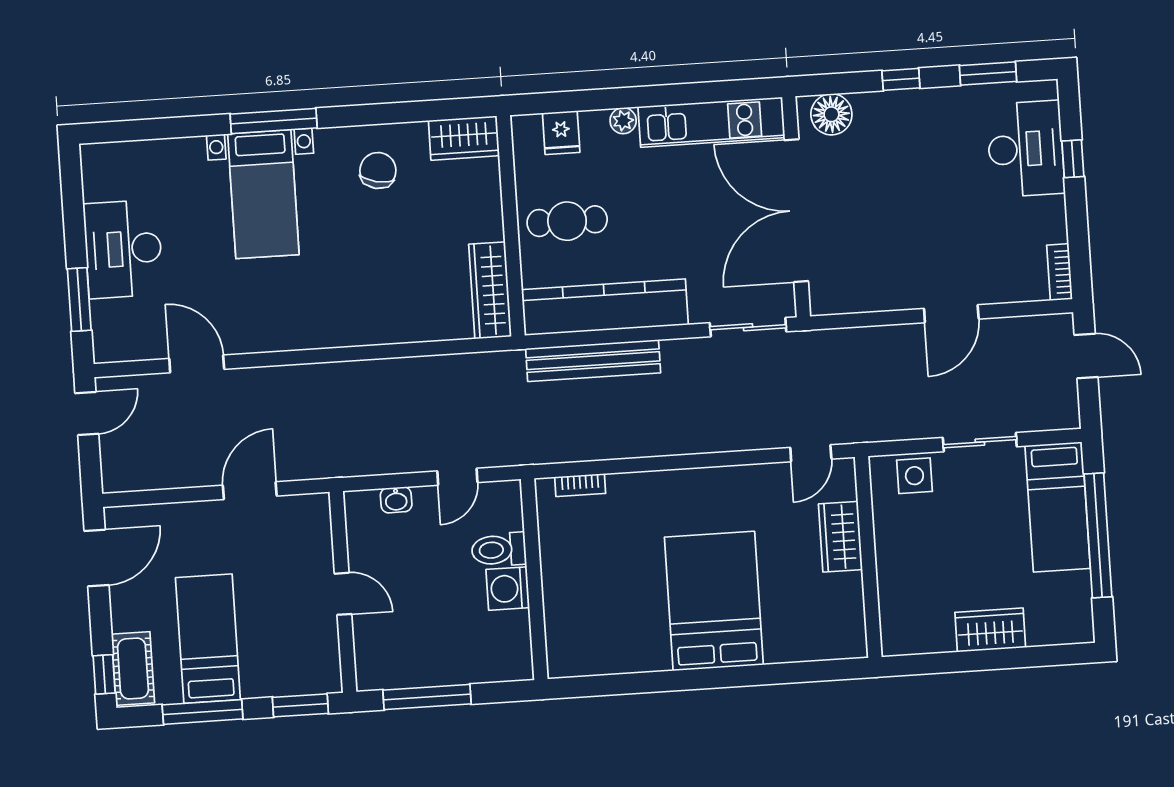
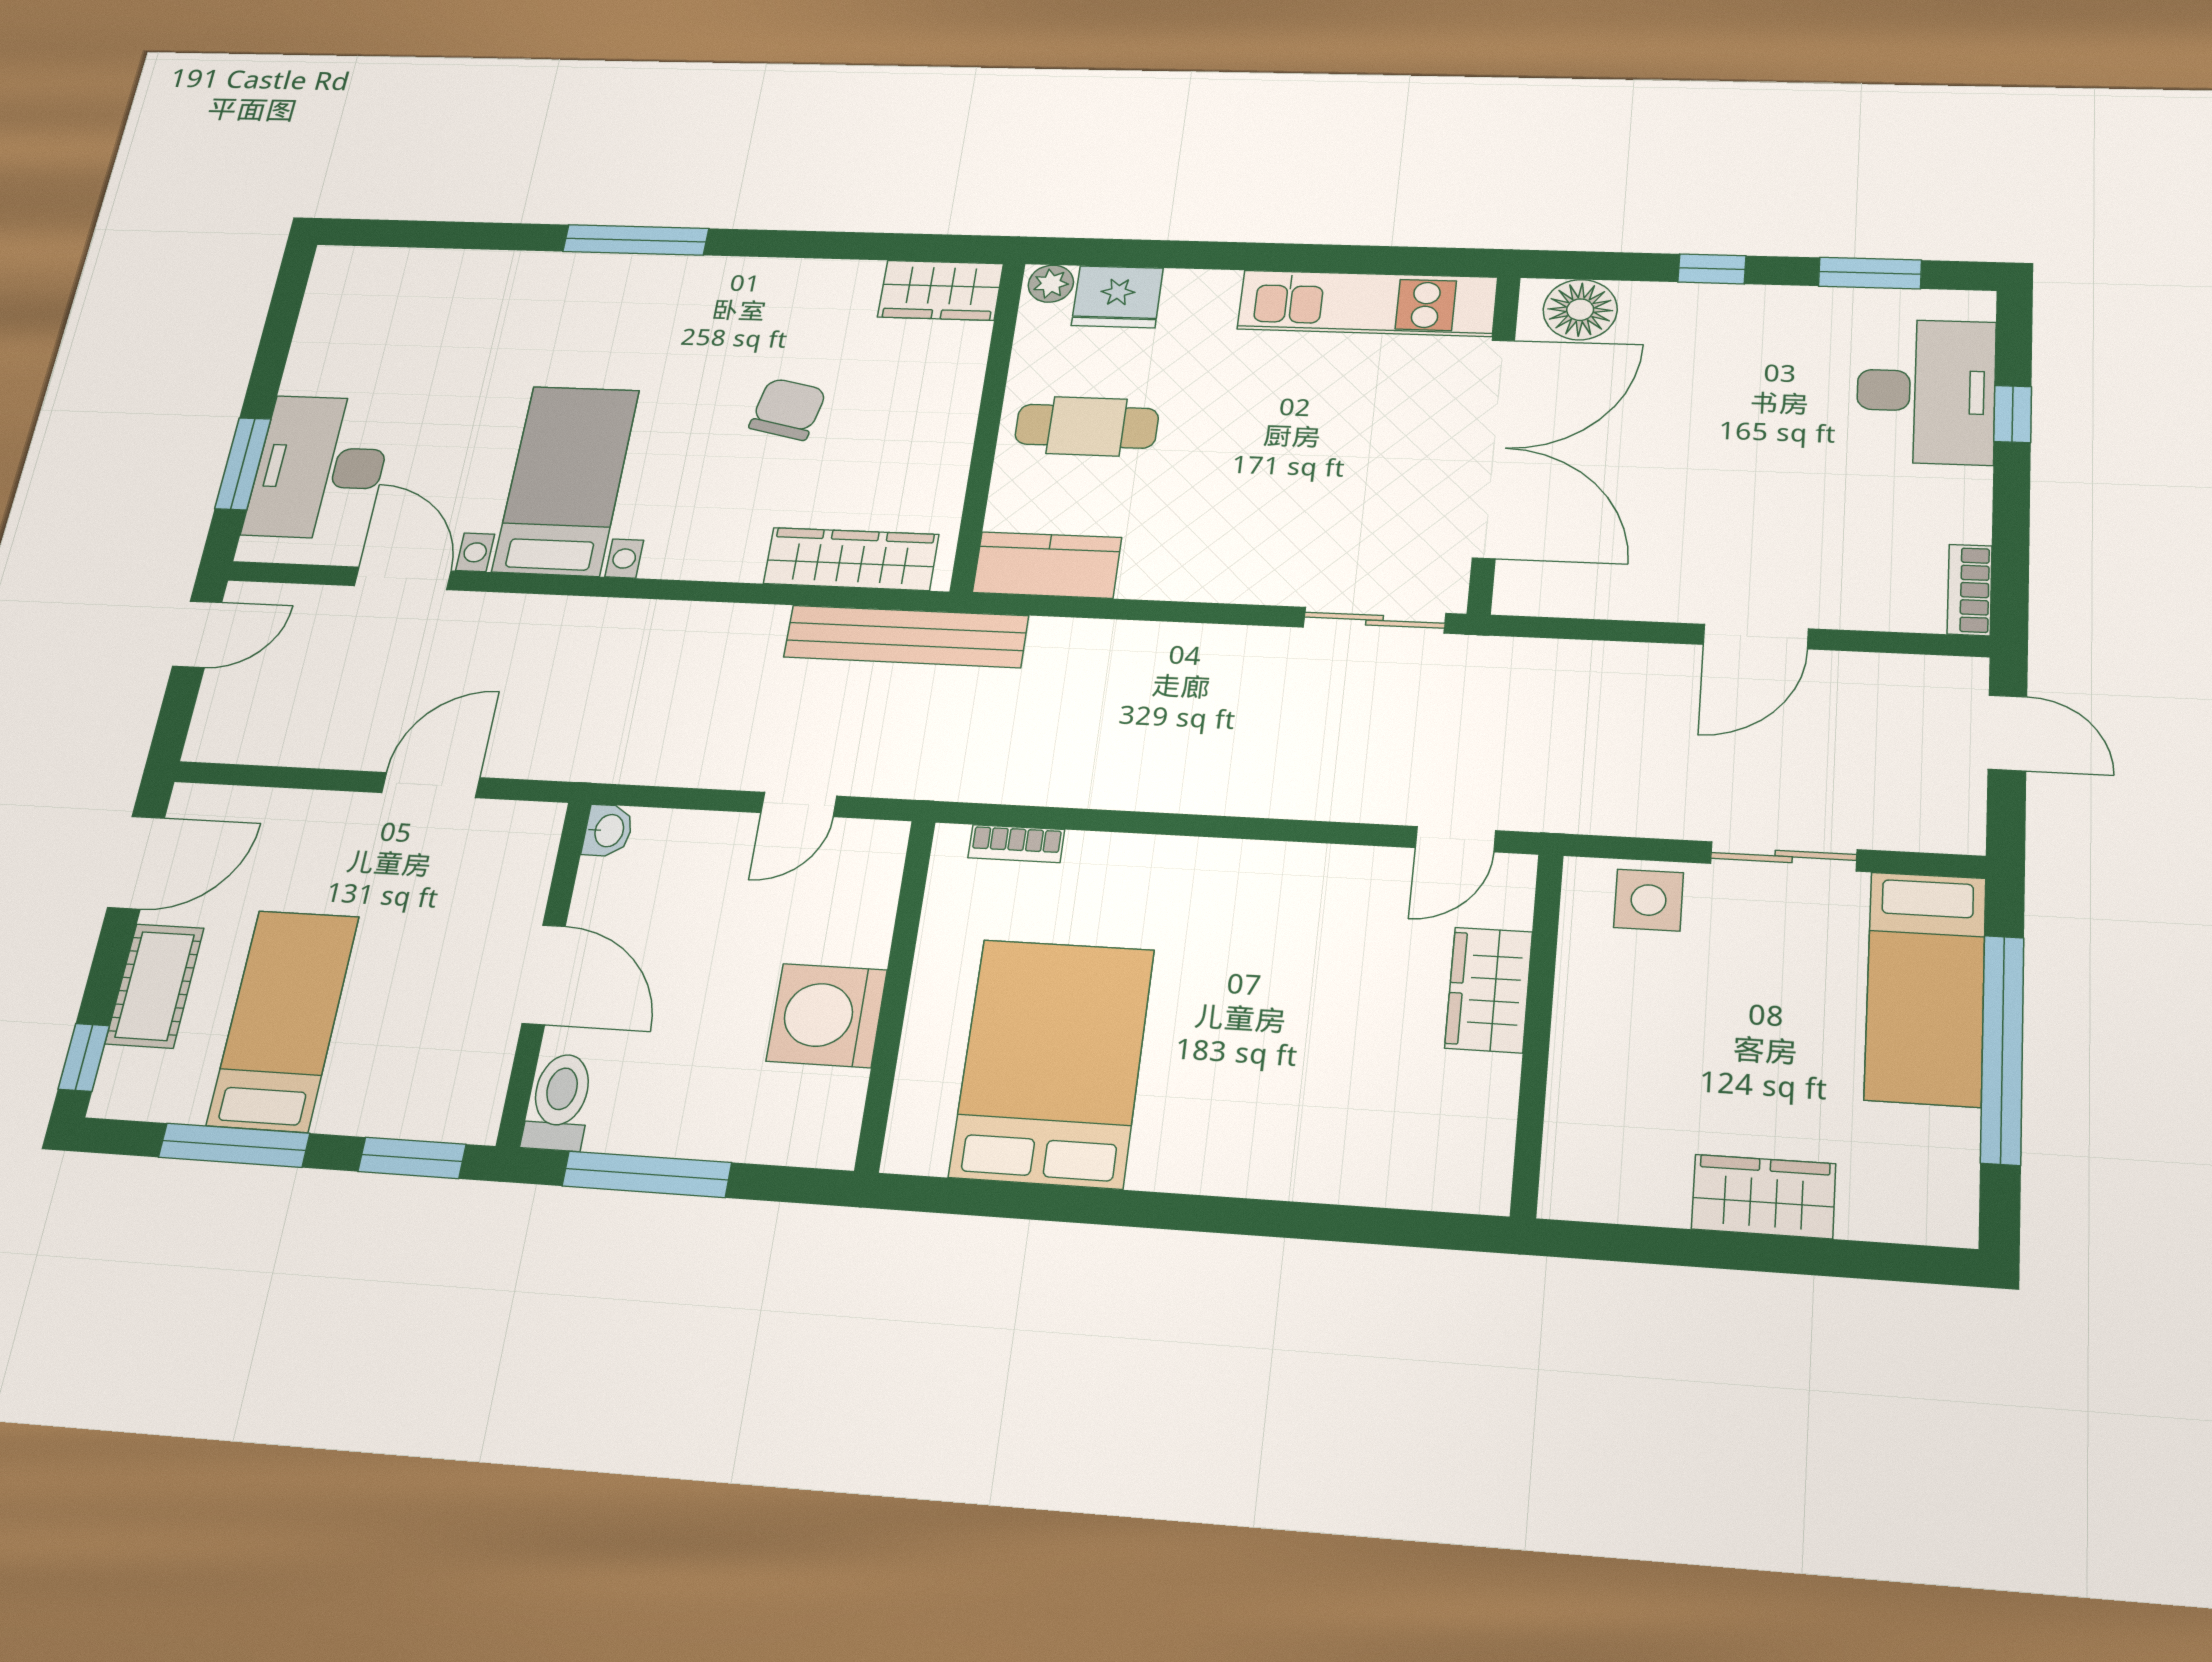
plant: (623, 121) -> (1051, 284), moved
fridge: (561, 133) -> (1117, 297), width x1.38
chair: (378, 171) -> (788, 409), moved
bed with nightstands: (263, 194) -> (566, 480), moved, turned 180
double door: (796, 211) -> (1494, 448), swing flipped
desk: (123, 249) -> (320, 467), moved
wardrobe: (490, 290) -> (851, 559), moved, turned 90
kitchen counter: (605, 307) -> (1047, 565), width x0.48, depth x0.86
bench: (593, 361) -> (906, 636), moved
washbasin: (396, 500) -> (608, 831), moved, turned -90
toilet: (499, 550) -> (559, 1102), moved, turned 90
washing machine: (508, 589) -> (827, 1015), width x1.37, depth x1.37
door: (343, 594) -> (544, 975), width x1.38
bed: (714, 601) -> (1052, 1063), moved
cot: (133, 668) -> (155, 986), moved

